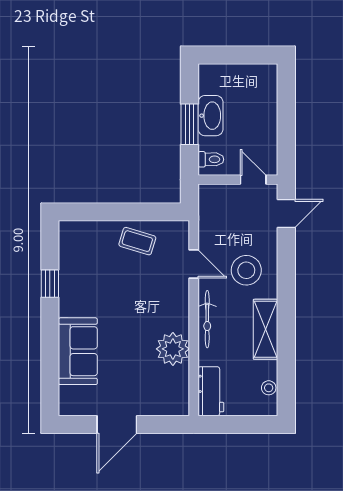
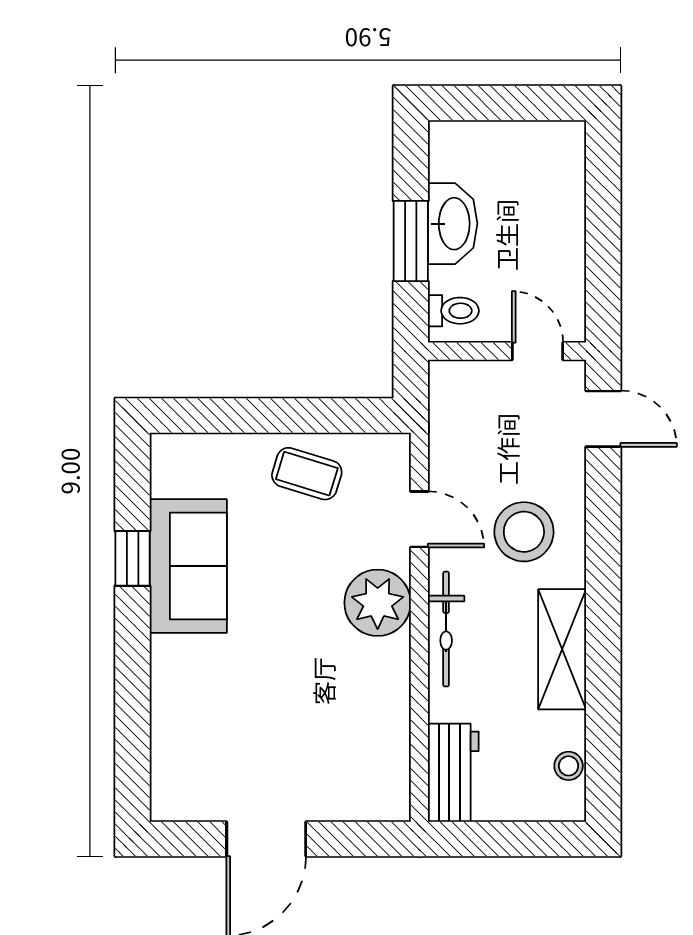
door: (286, 214) -> (603, 419), hinge flipped
plant: (173, 349) -> (378, 603), moved
sofa: (78, 351) -> (188, 566), moved

